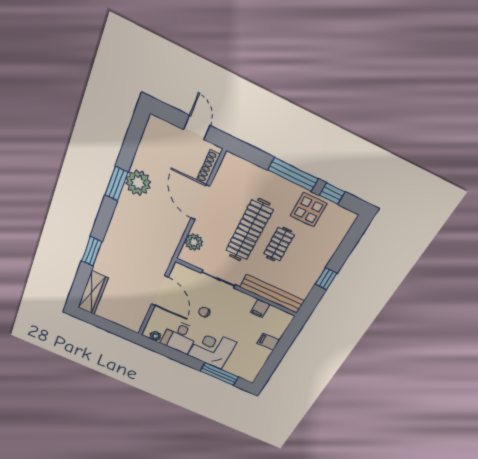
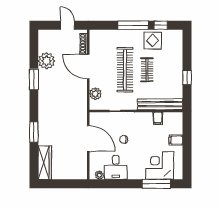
plant: (138, 183) -> (47, 61), moved
corner desk: (212, 349) -> (160, 165), moved

